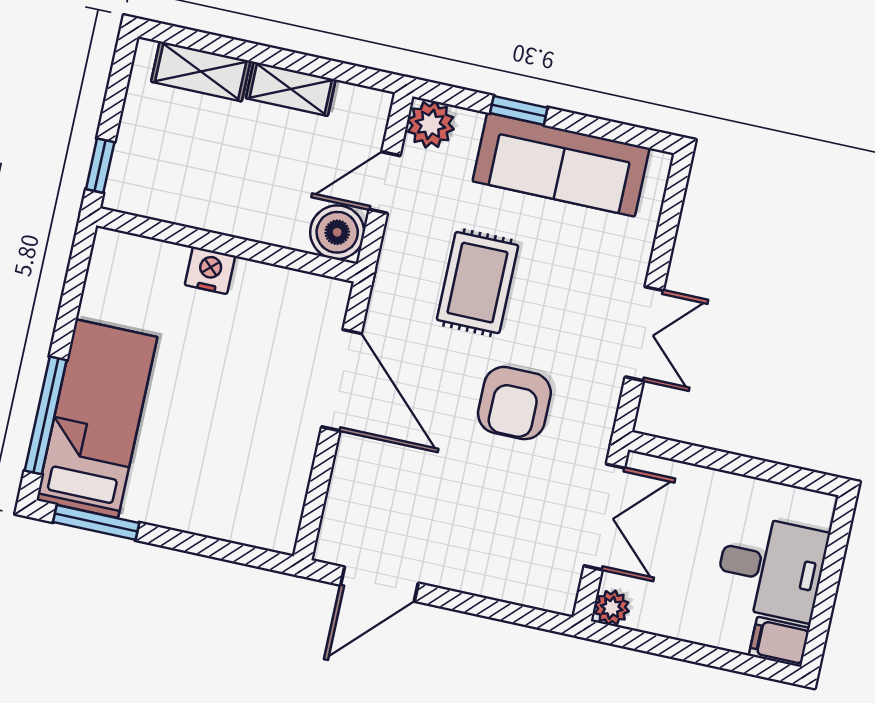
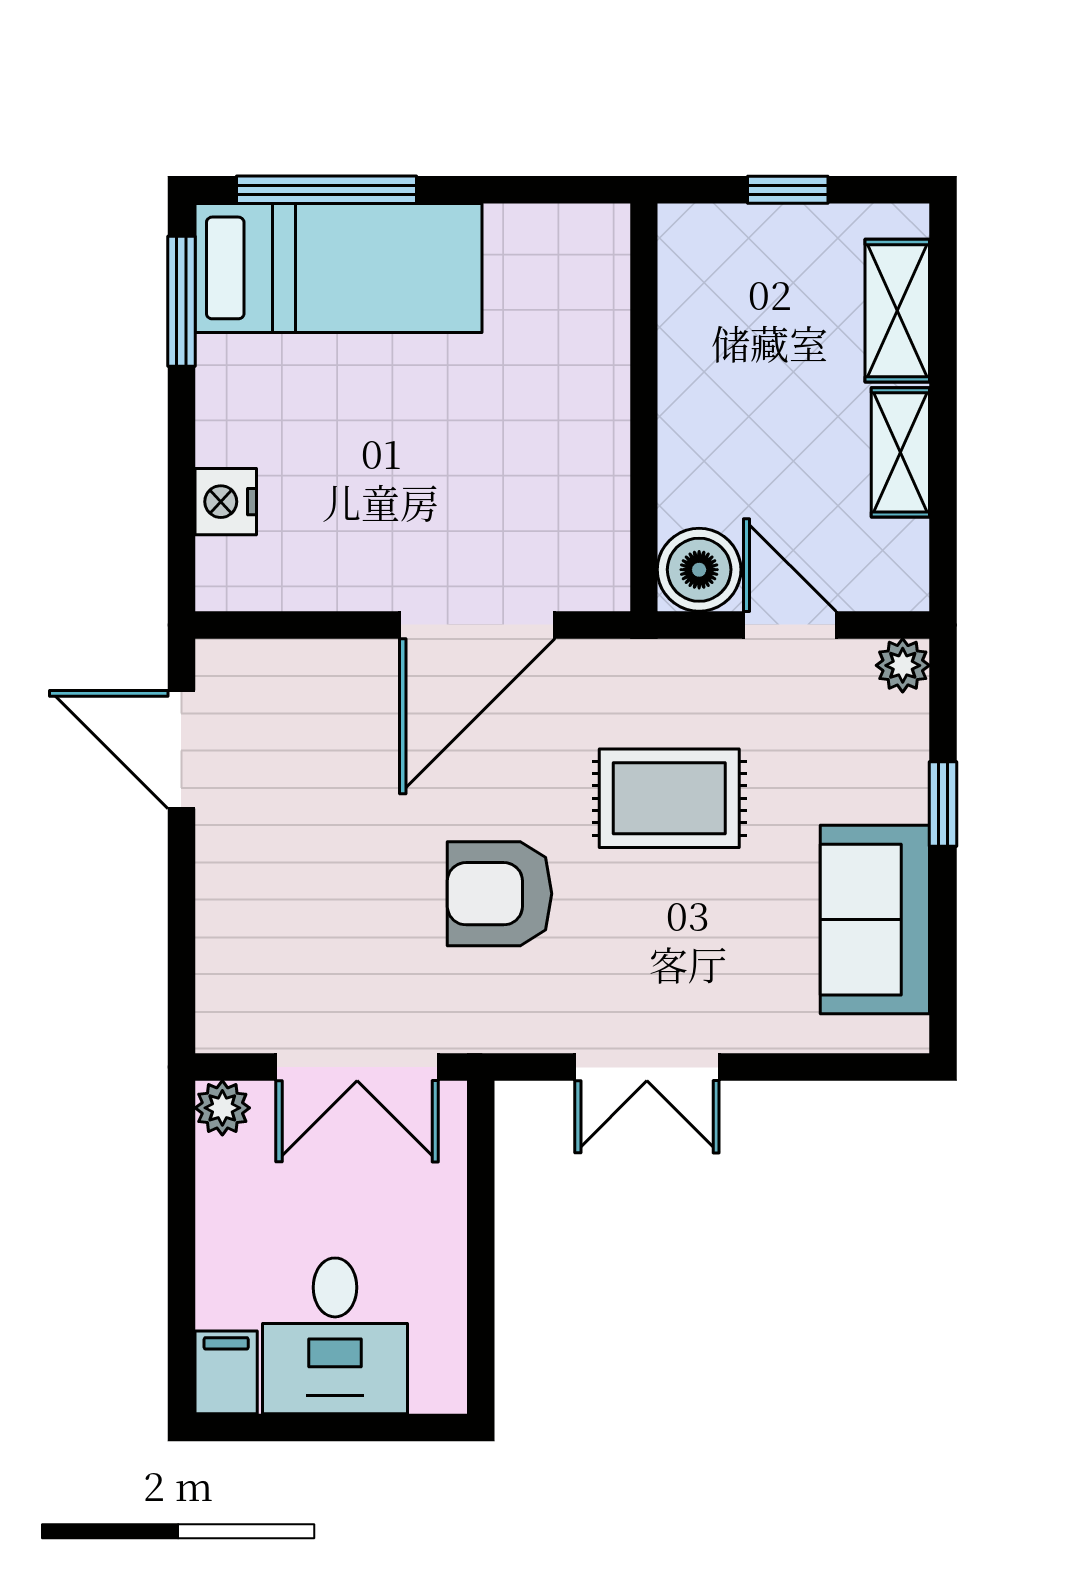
plant: (431, 124) -> (903, 665), width x0.73, depth x0.73
sofa: (561, 165) -> (875, 920), width x0.73
window: (100, 166) -> (788, 190), moved
nightstand: (210, 270) -> (226, 502), moved, turned 180

